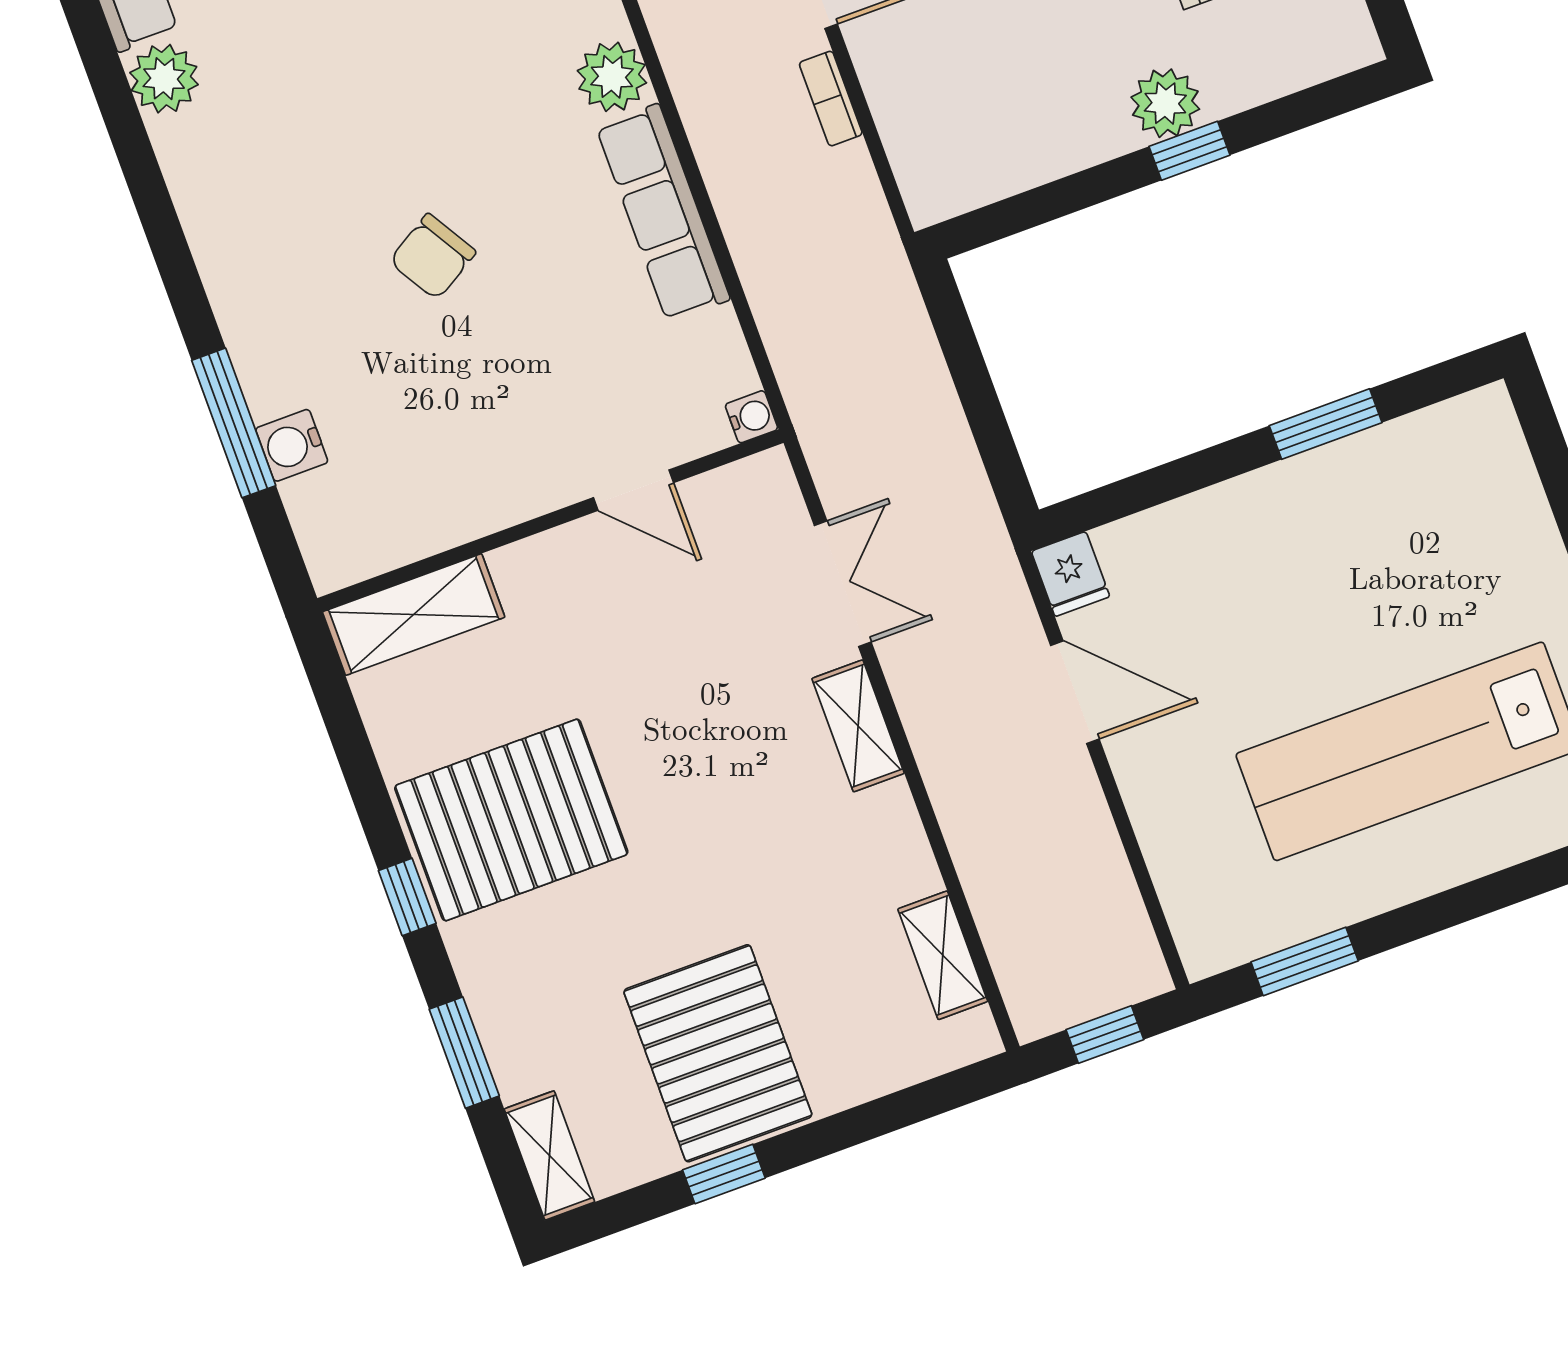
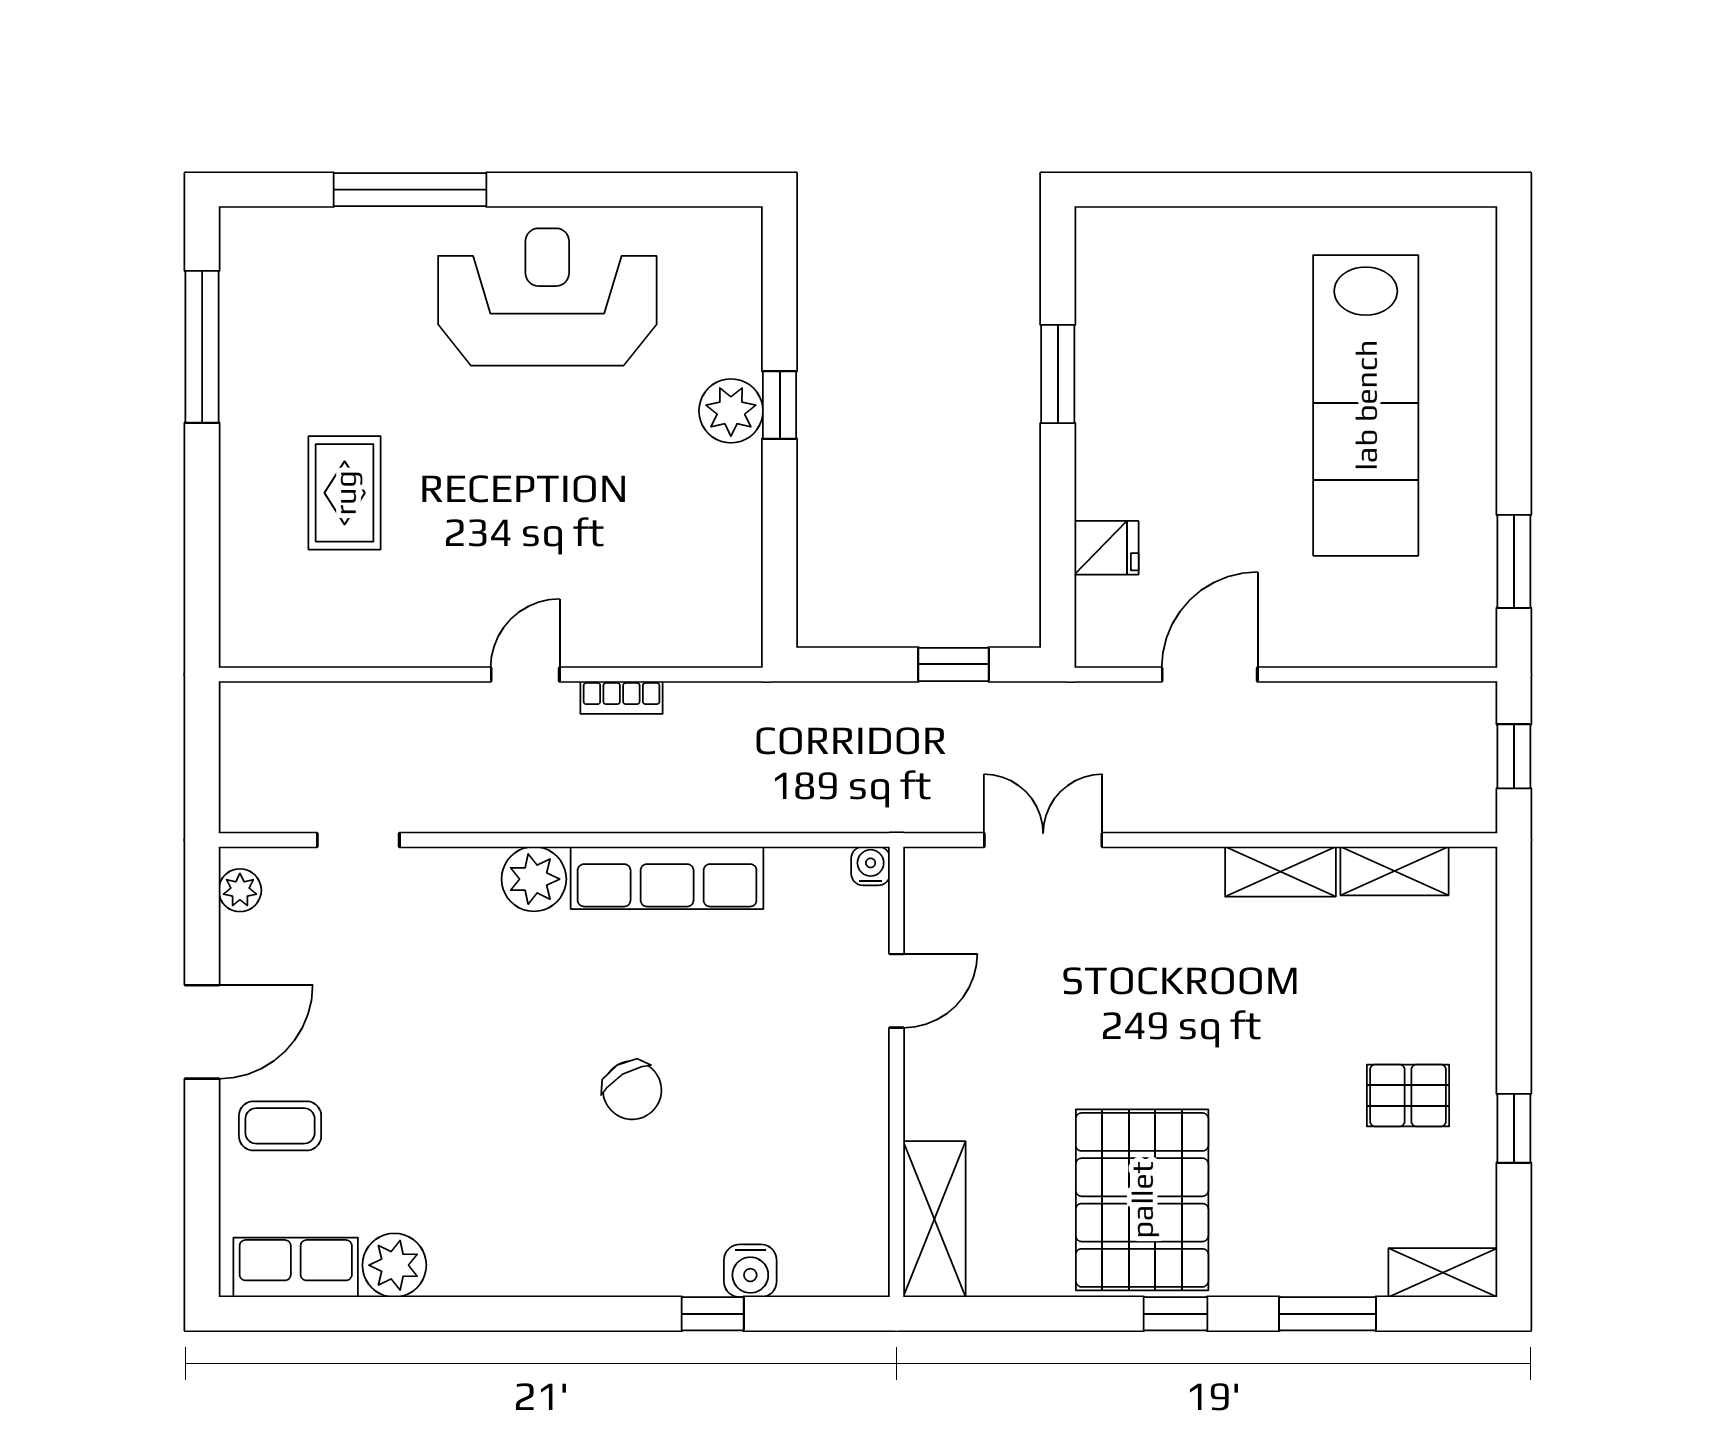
window: (234, 423) -> (713, 1314), width x0.46
window: (989, 426) -> (954, 664), added
fridge: (1070, 574) -> (1106, 548), moved
shelving: (858, 726) -> (1281, 872), moved
pallet: (718, 1053) -> (1408, 1095), width x0.49, depth x0.50

